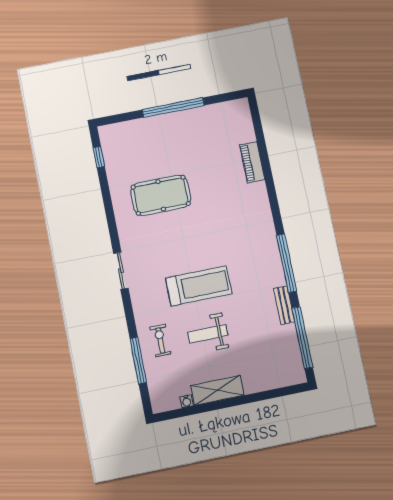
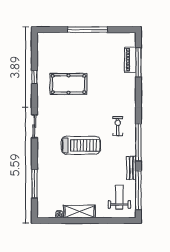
window: (261, 141) -> (138, 62), added
window: (99, 157) -> (34, 77), moved
piano: (252, 162) -> (130, 60), moved
weight bench: (208, 334) -> (119, 197), moved, turned 90
exercise bike: (160, 340) -> (118, 126), moved

